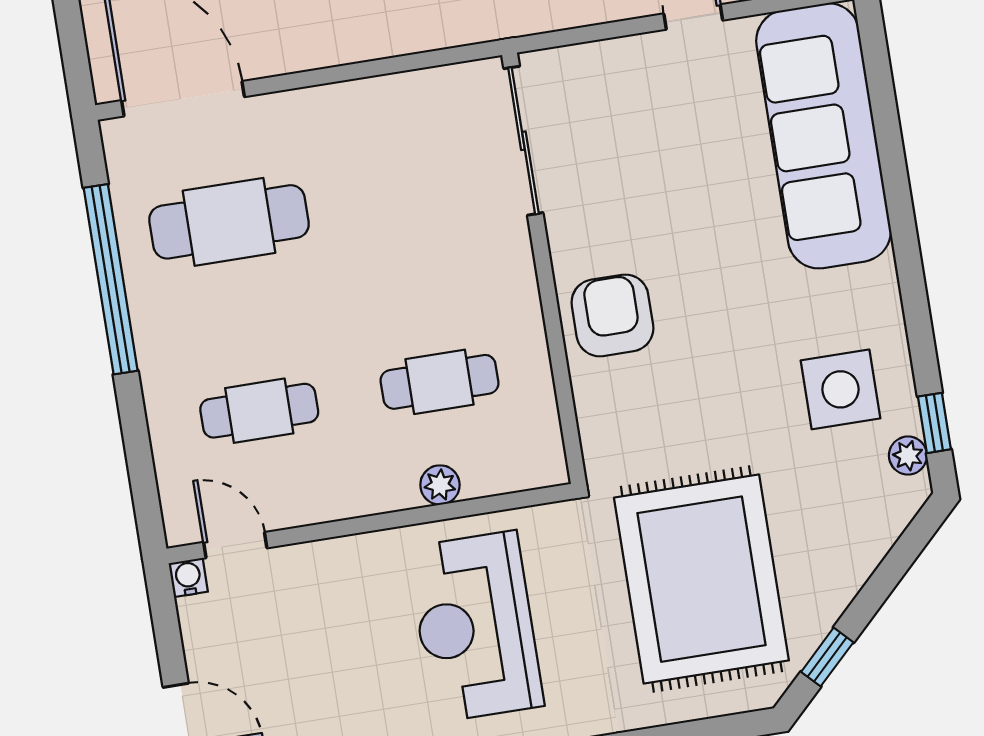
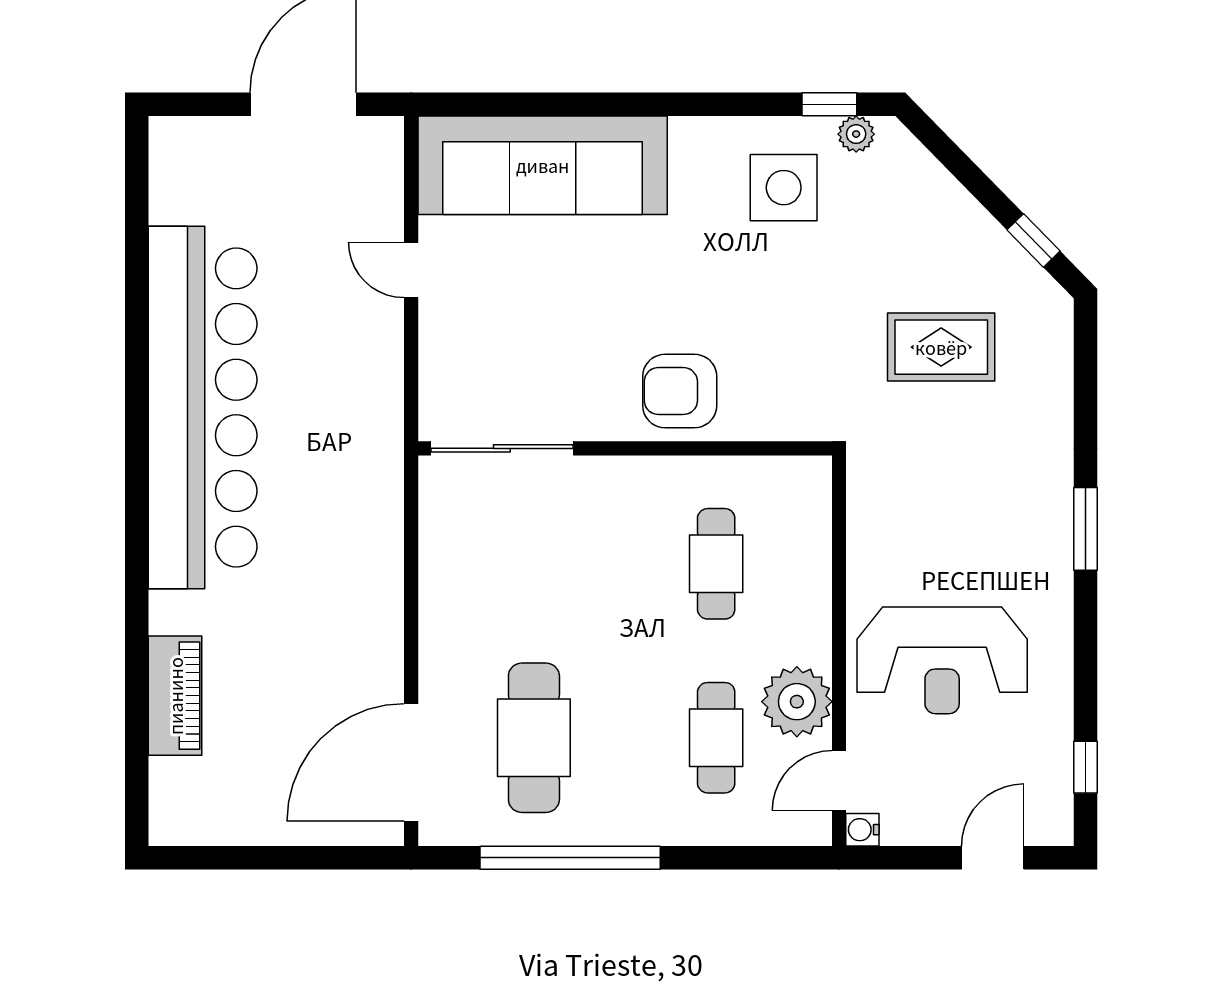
plant: (440, 485) -> (797, 702), moved, width x1.88, depth x1.88
rug: (701, 579) -> (941, 347), width x0.54, depth x0.49
reception desk: (475, 627) -> (942, 660), moved

